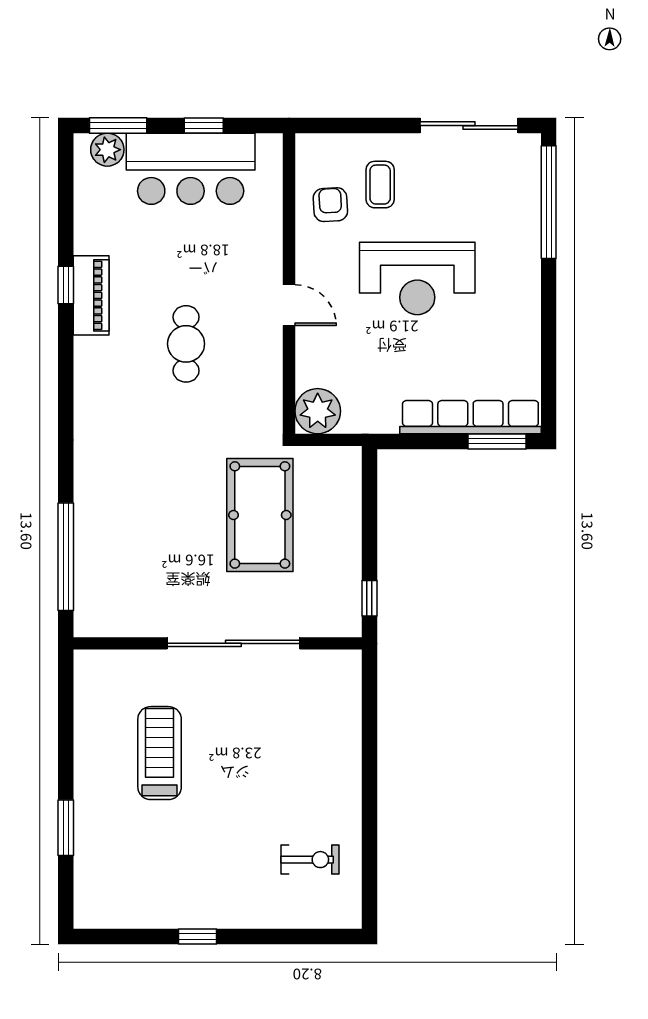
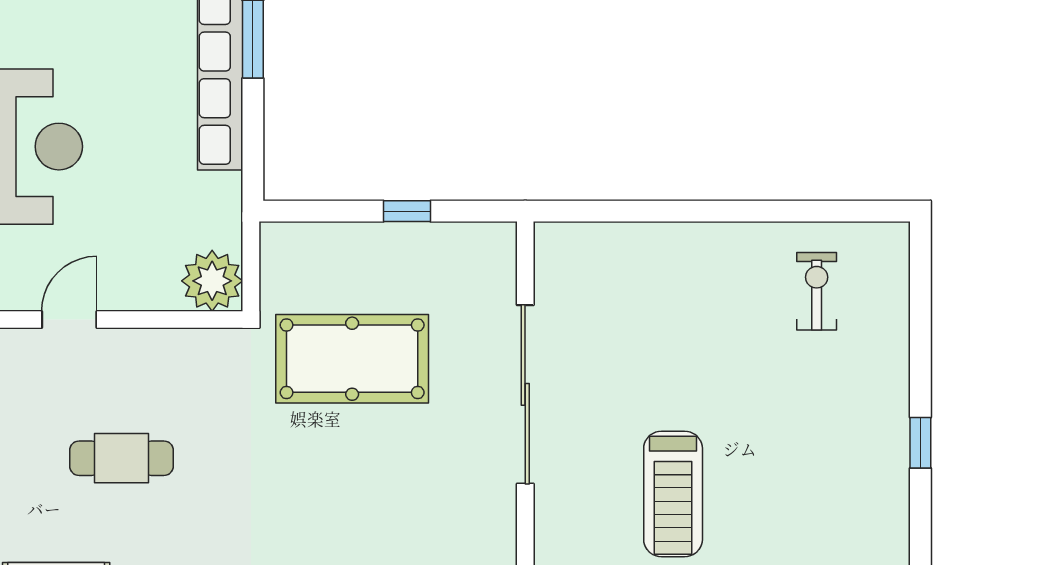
window: (369, 598) -> (407, 211), moved
treadmill: (160, 753) -> (673, 494), turned -90

